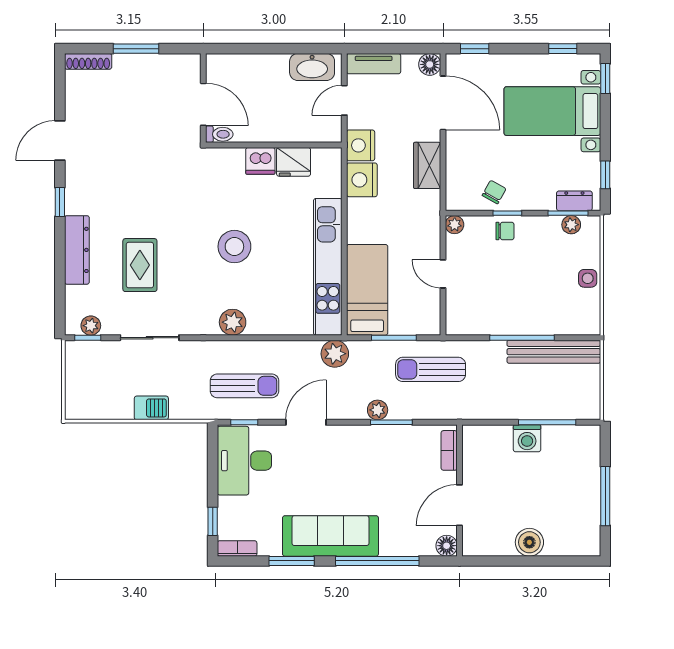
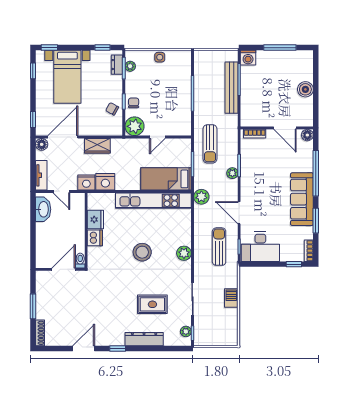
door: (60, 140) -> (84, 348), swing flipped
plant: (455, 225) -> (135, 126), width x1.88, depth x1.88
bench: (554, 352) -> (231, 88), moved
washing machine: (527, 438) -> (248, 58), moved, turned 90

